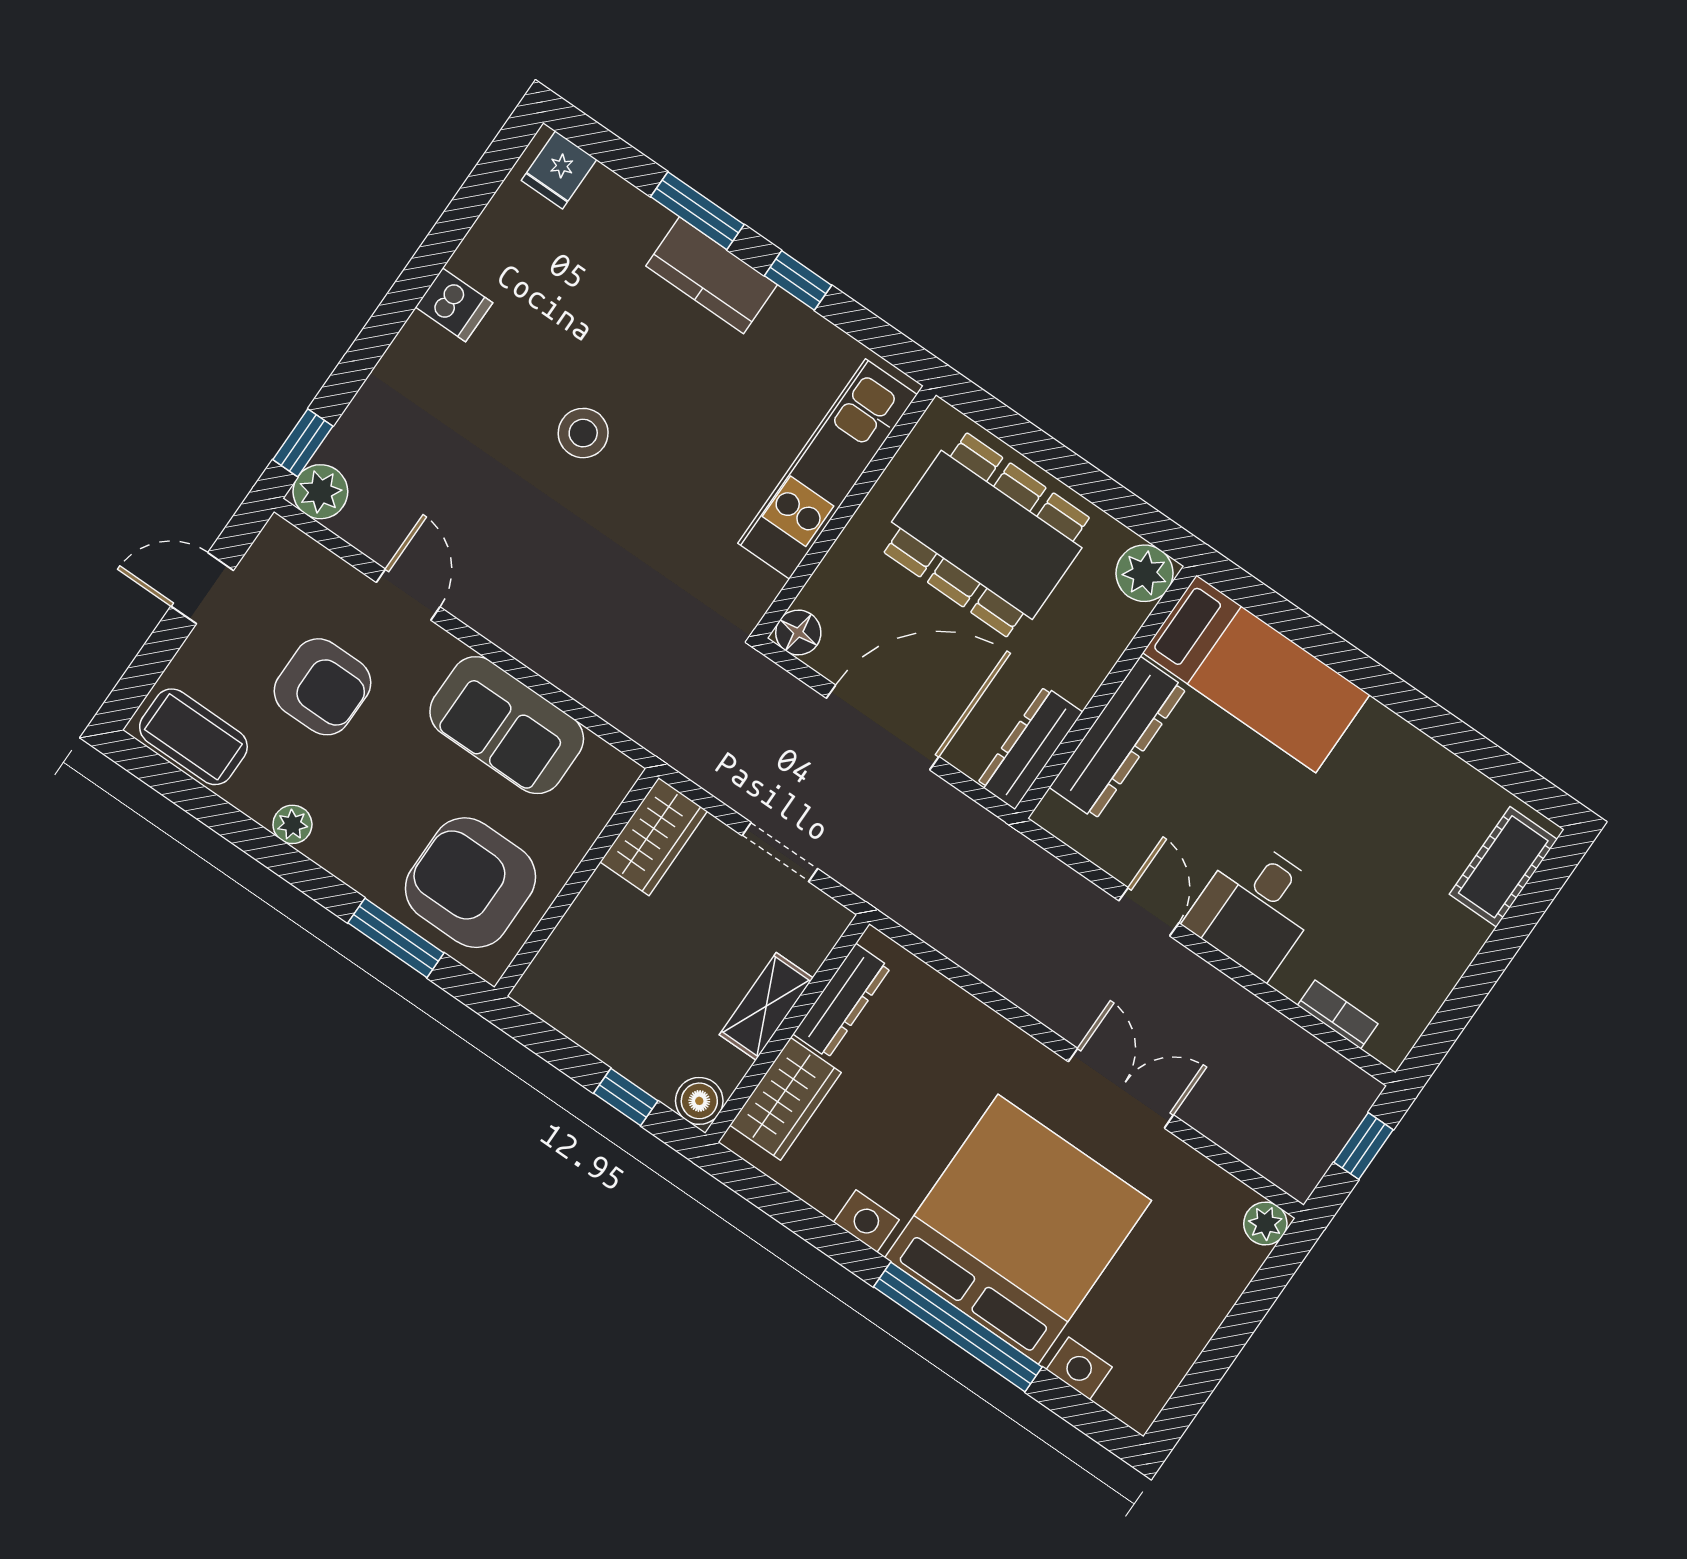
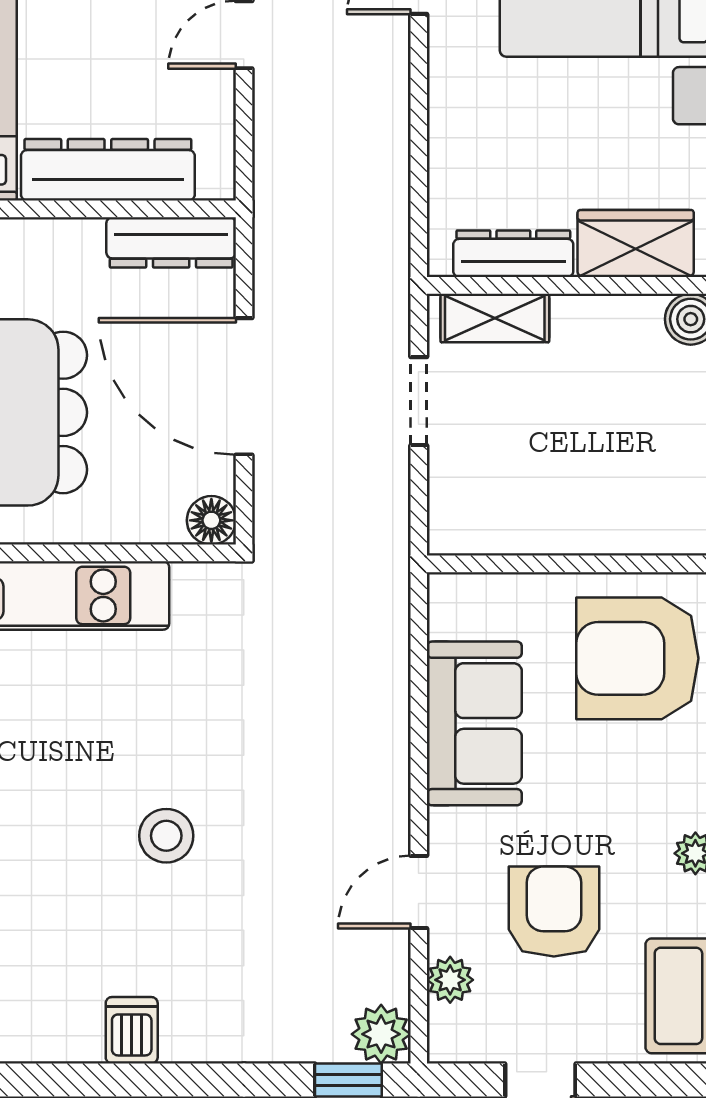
plant: (325, 572) -> (450, 980), added
wardrobe: (654, 837) -> (483, 523), removed
armchair: (470, 883) -> (637, 658), turned 90
shelving: (766, 1006) -> (495, 318), moved

